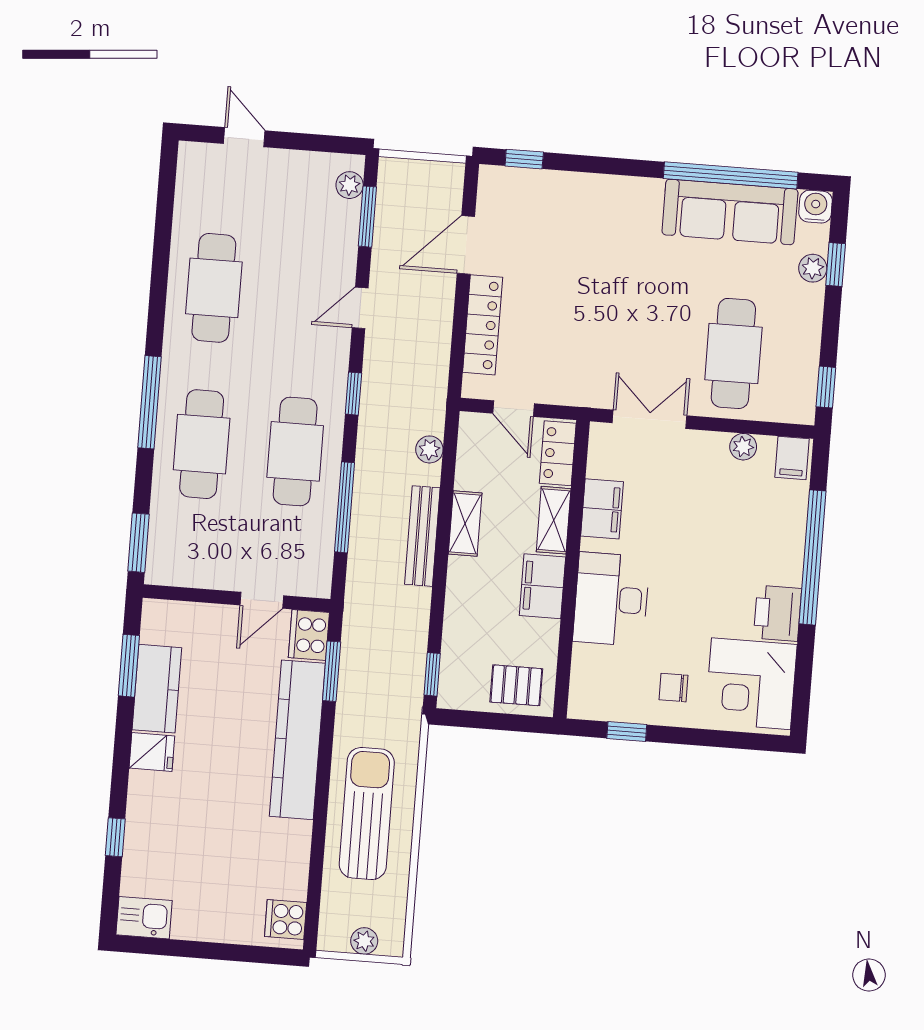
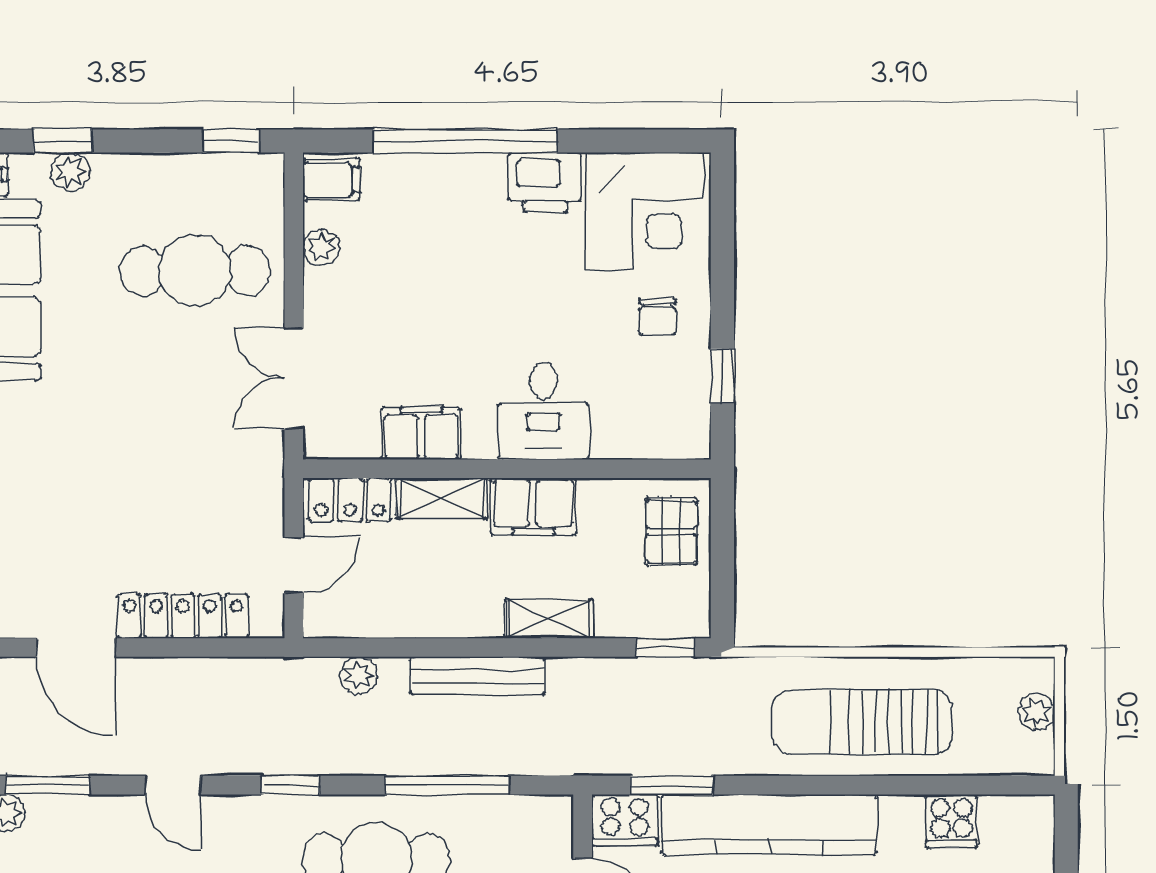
shelving: (465, 523) -> (549, 619), moved
desk: (611, 599) -> (543, 411), width x0.73
cooker: (286, 920) -> (952, 821), moved

